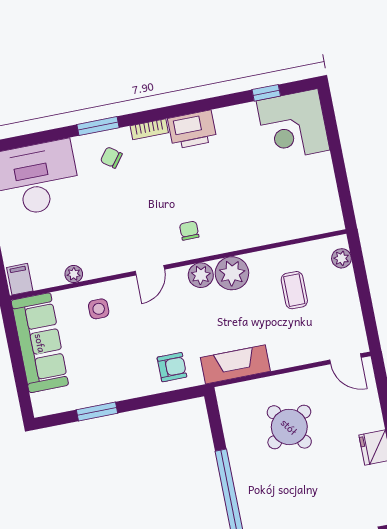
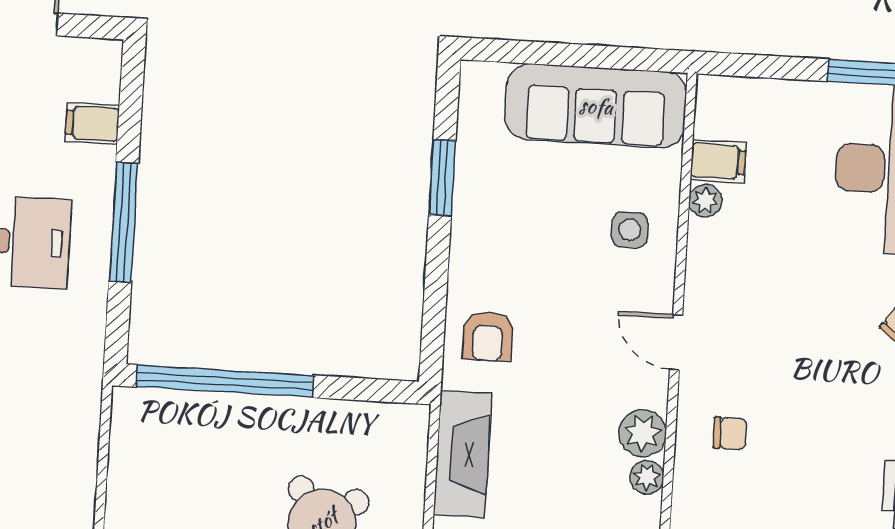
plant: (232, 273) -> (647, 477), width x0.53, depth x0.53
filing cabinet: (20, 279) -> (718, 161), moved

